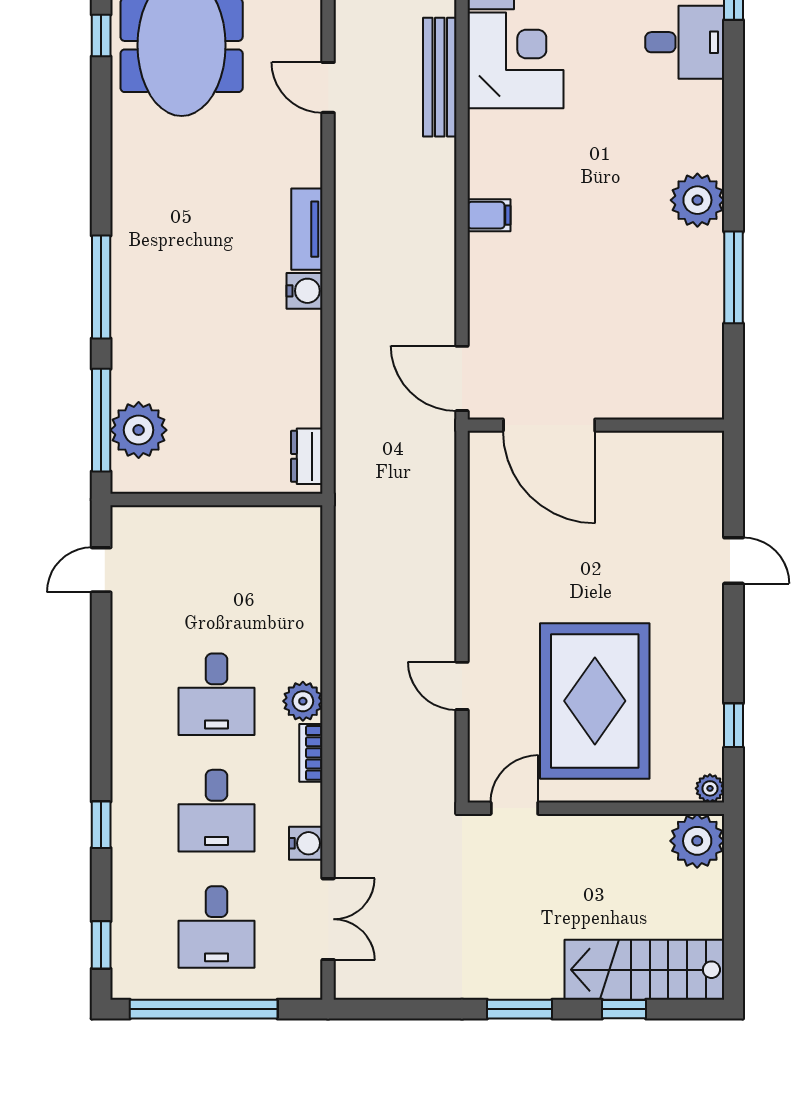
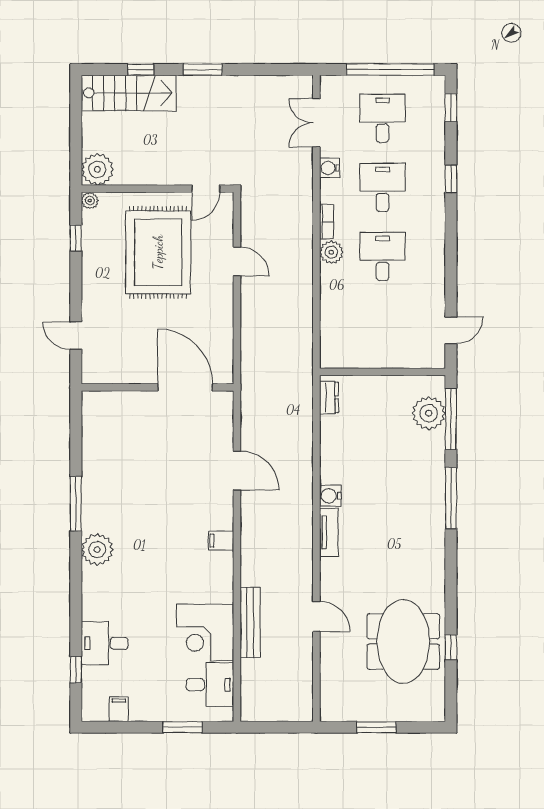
door: (462, 378) -> (237, 471), moved
door: (549, 425) -> (185, 387), moved
wall: (596, 425) -> (157, 387), moved

